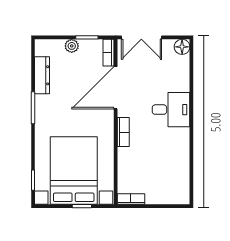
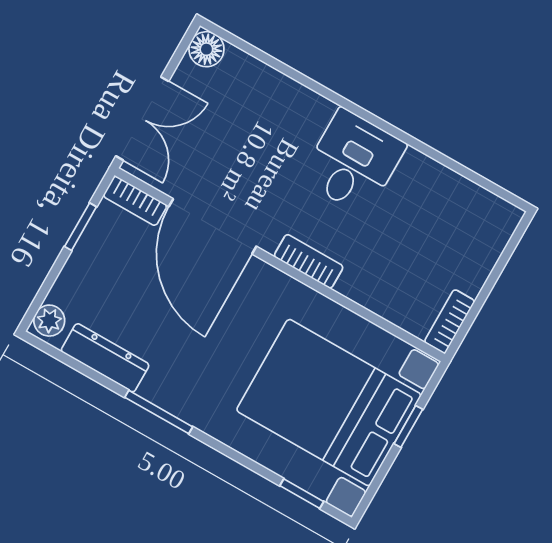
plant: (72, 46) -> (49, 321), moved
desk: (171, 110) -> (353, 162), moved

